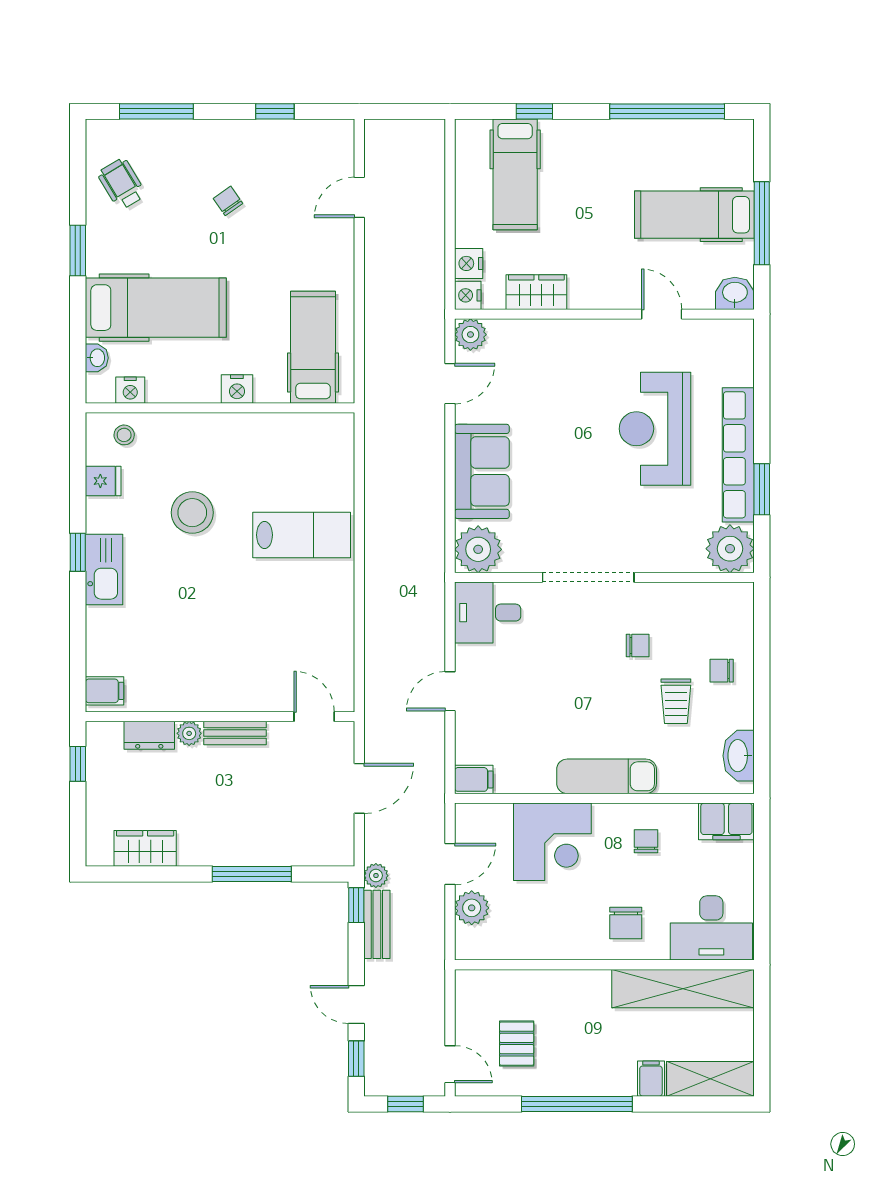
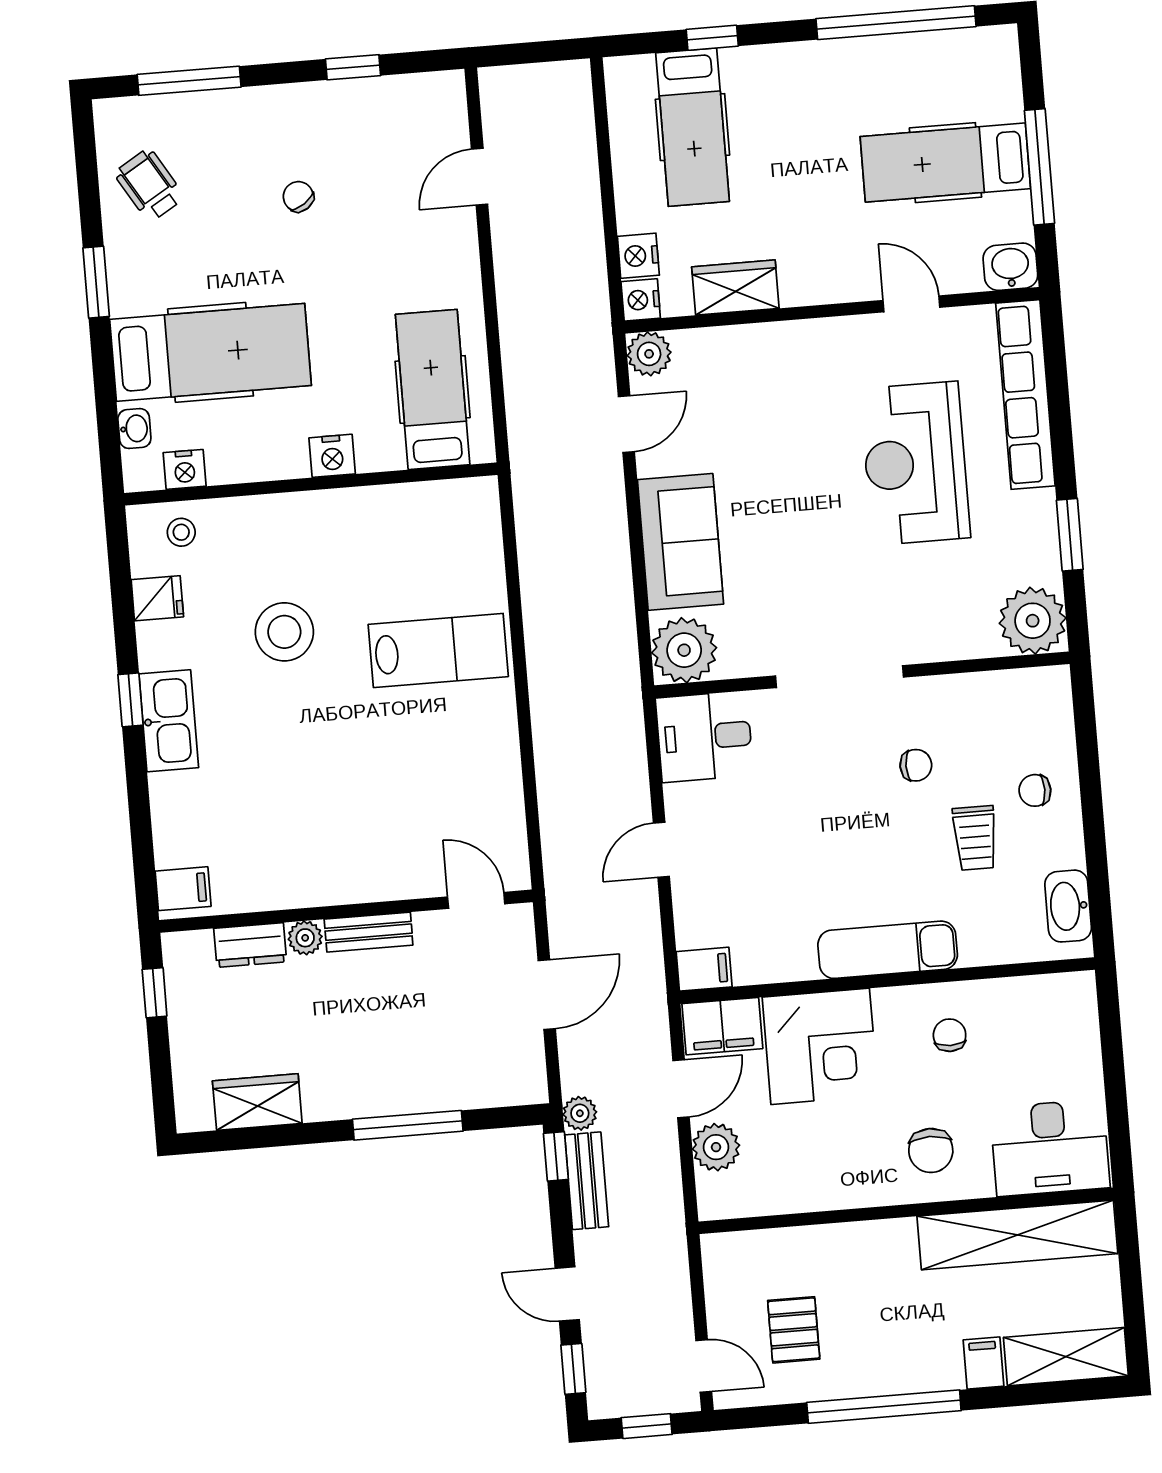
row of seats: (738, 455) -> (1025, 394), moved
filing cabinet: (726, 821) -> (722, 1026), moved

